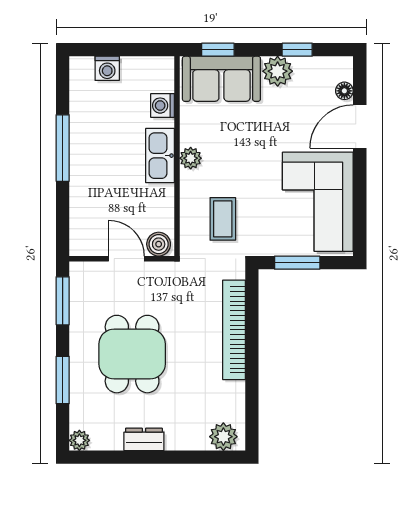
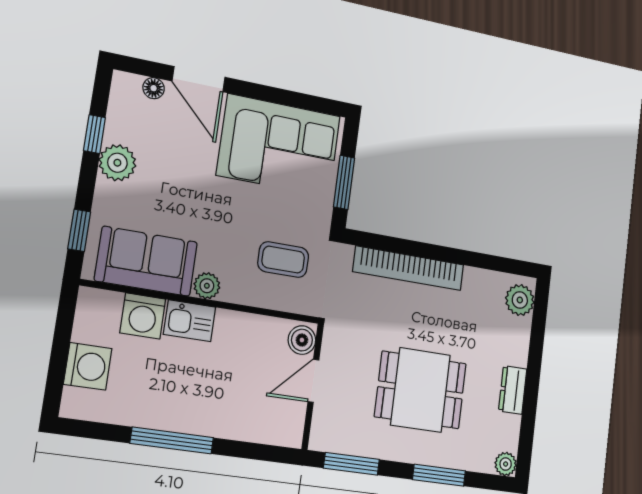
washing machine: (107, 68) -> (88, 366), width x1.38, depth x1.38
sofa: (221, 79) -> (146, 261), moved, turned -90
washing machine: (162, 106) -> (143, 316), width x1.38, depth x1.38
kitchen sink: (160, 156) -> (190, 321), width x0.73

